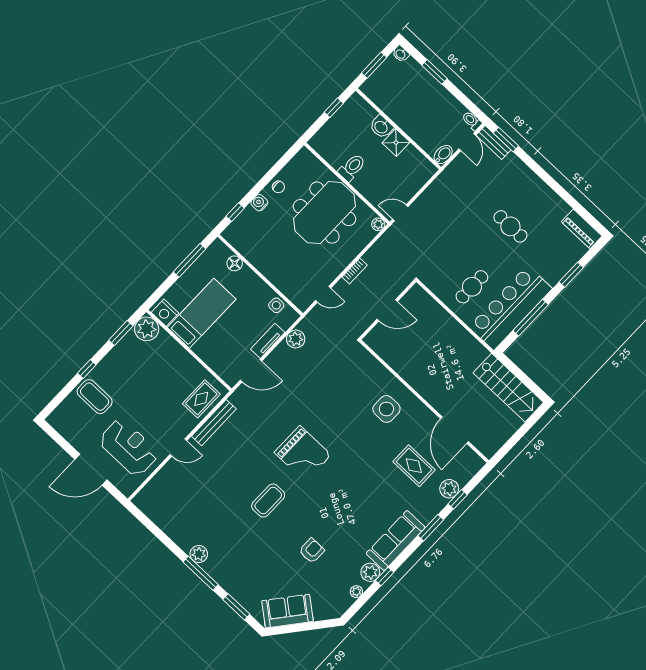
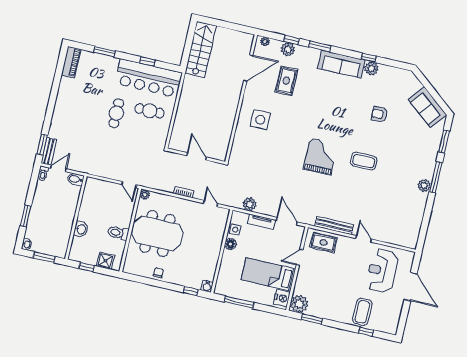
shower: (396, 143) -> (105, 261), moved
water cooler: (259, 203) -> (207, 286), moved
cafe table: (510, 226) -> (116, 113), moved
floor lamp: (235, 263) -> (230, 244), moved
window: (531, 318) -> (147, 61), width x0.46
door: (200, 361) -> (300, 257), added
window: (87, 369) -> (366, 331), moved
plant: (356, 592) -> (265, 41), moved

